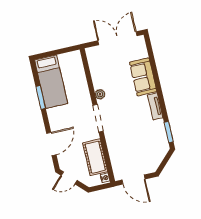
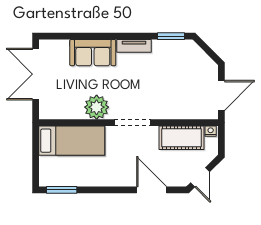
bed: (51, 82) -> (72, 141), moved
plant: (100, 94) -> (97, 107), width x1.88, depth x1.88
window: (41, 97) -> (62, 190), moved

